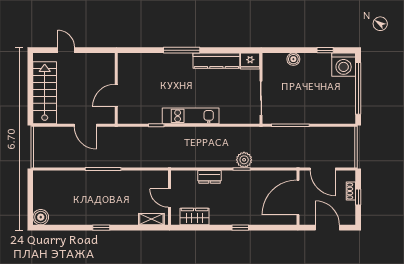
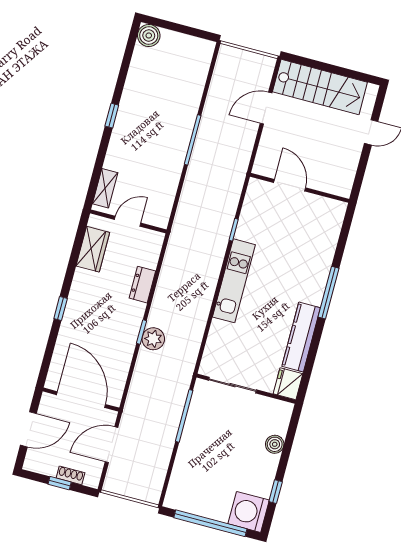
door: (85, 125) -> (266, 108), moved

